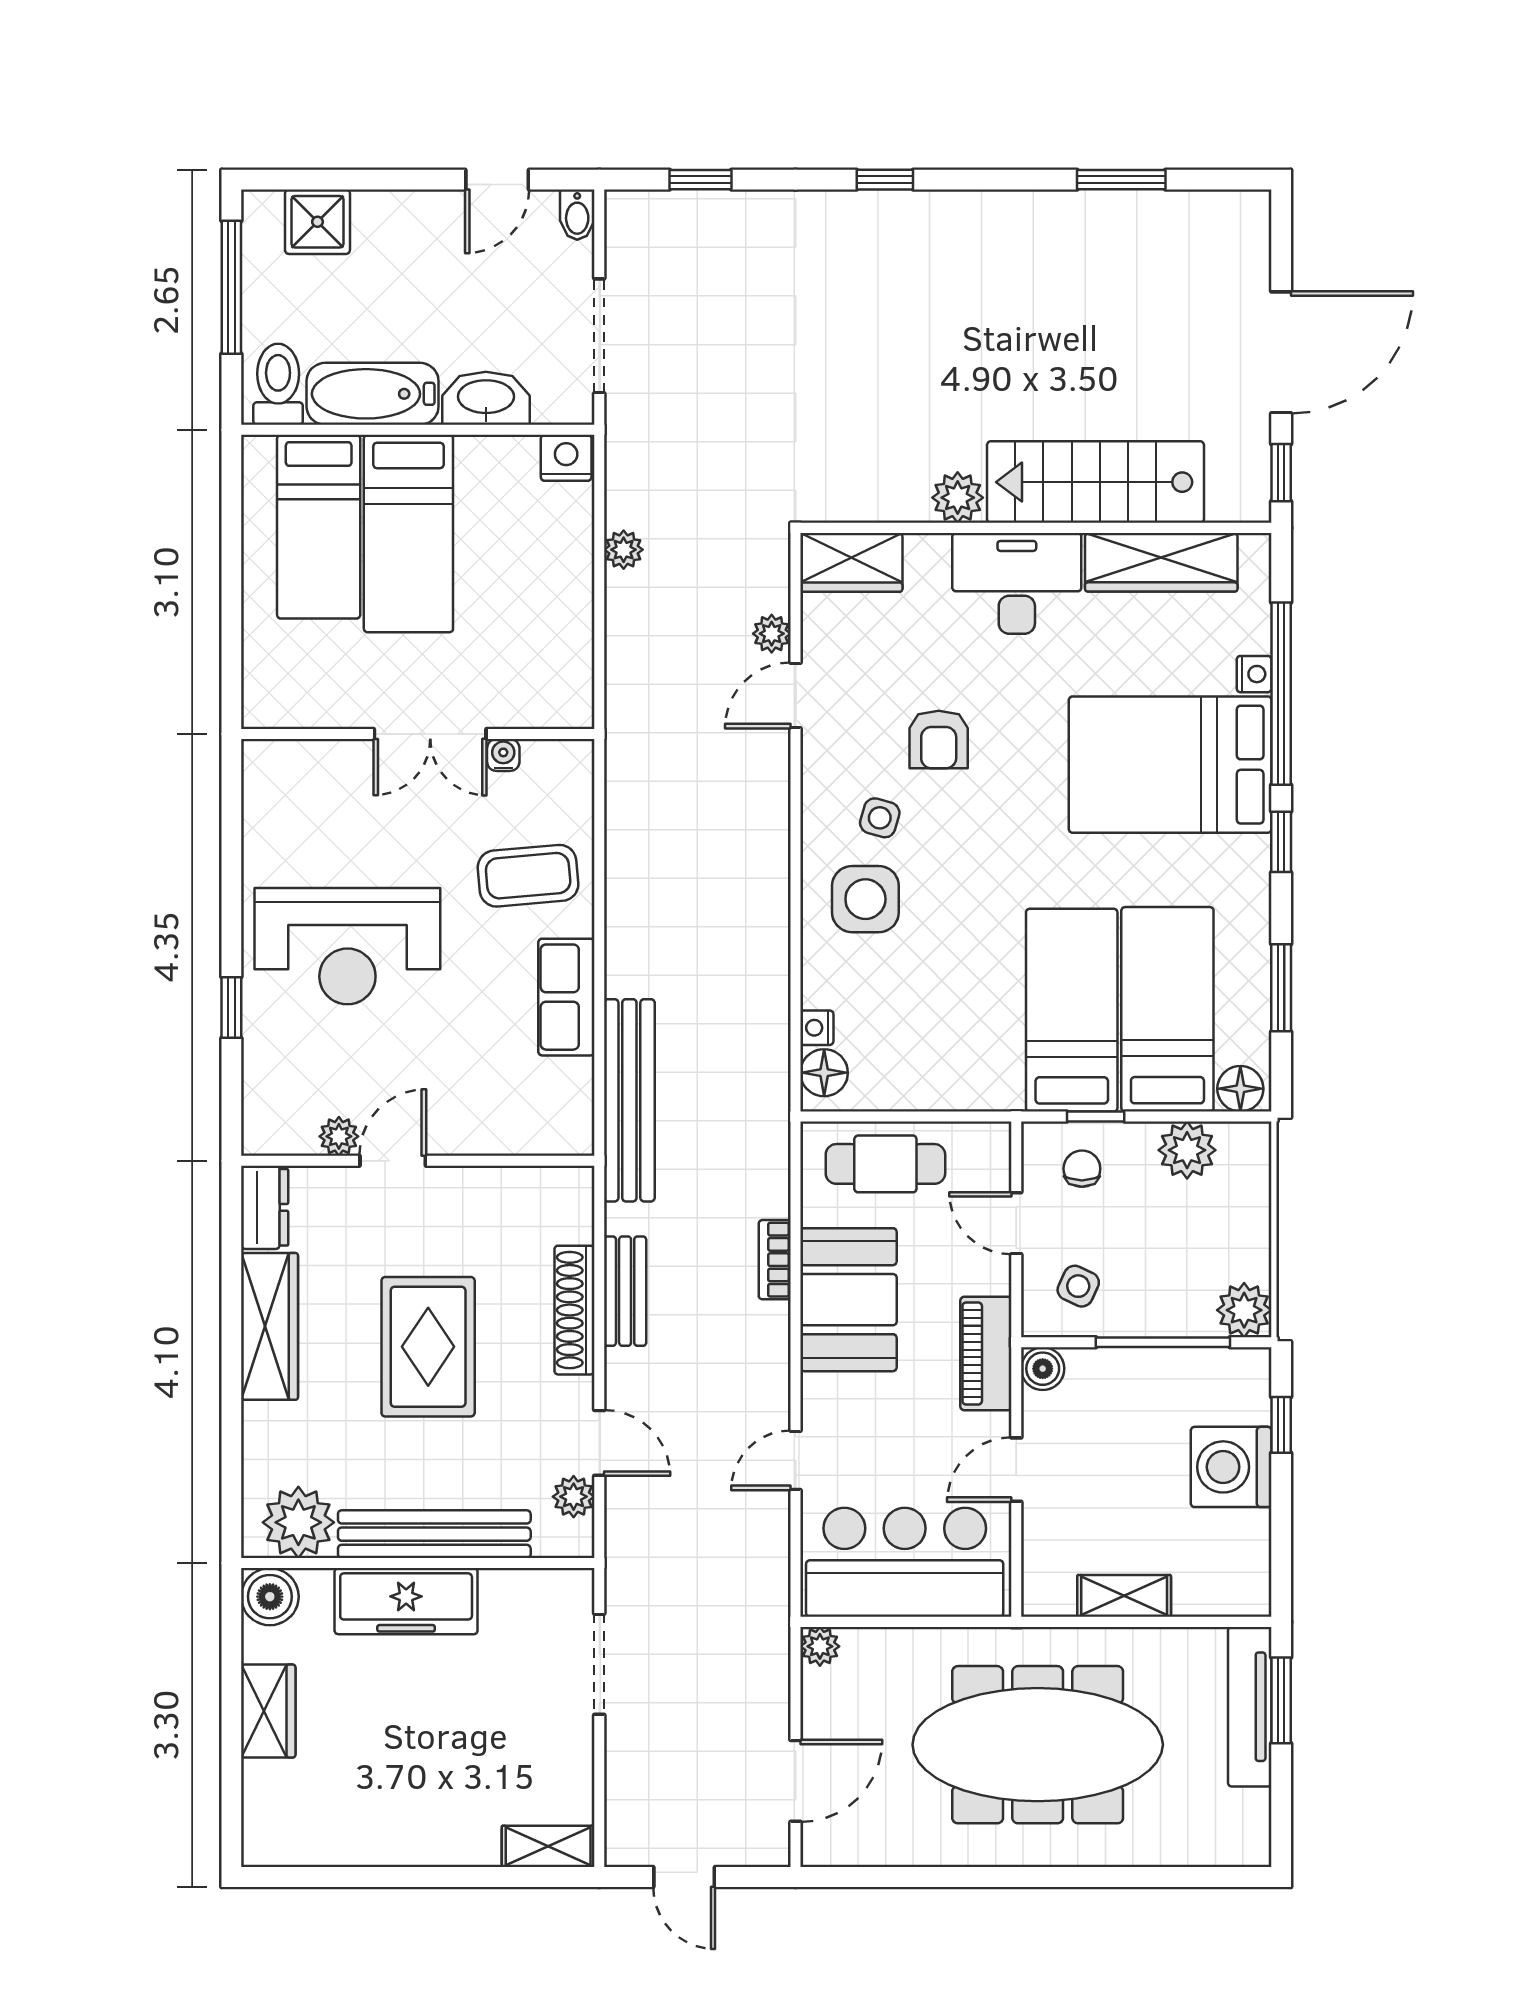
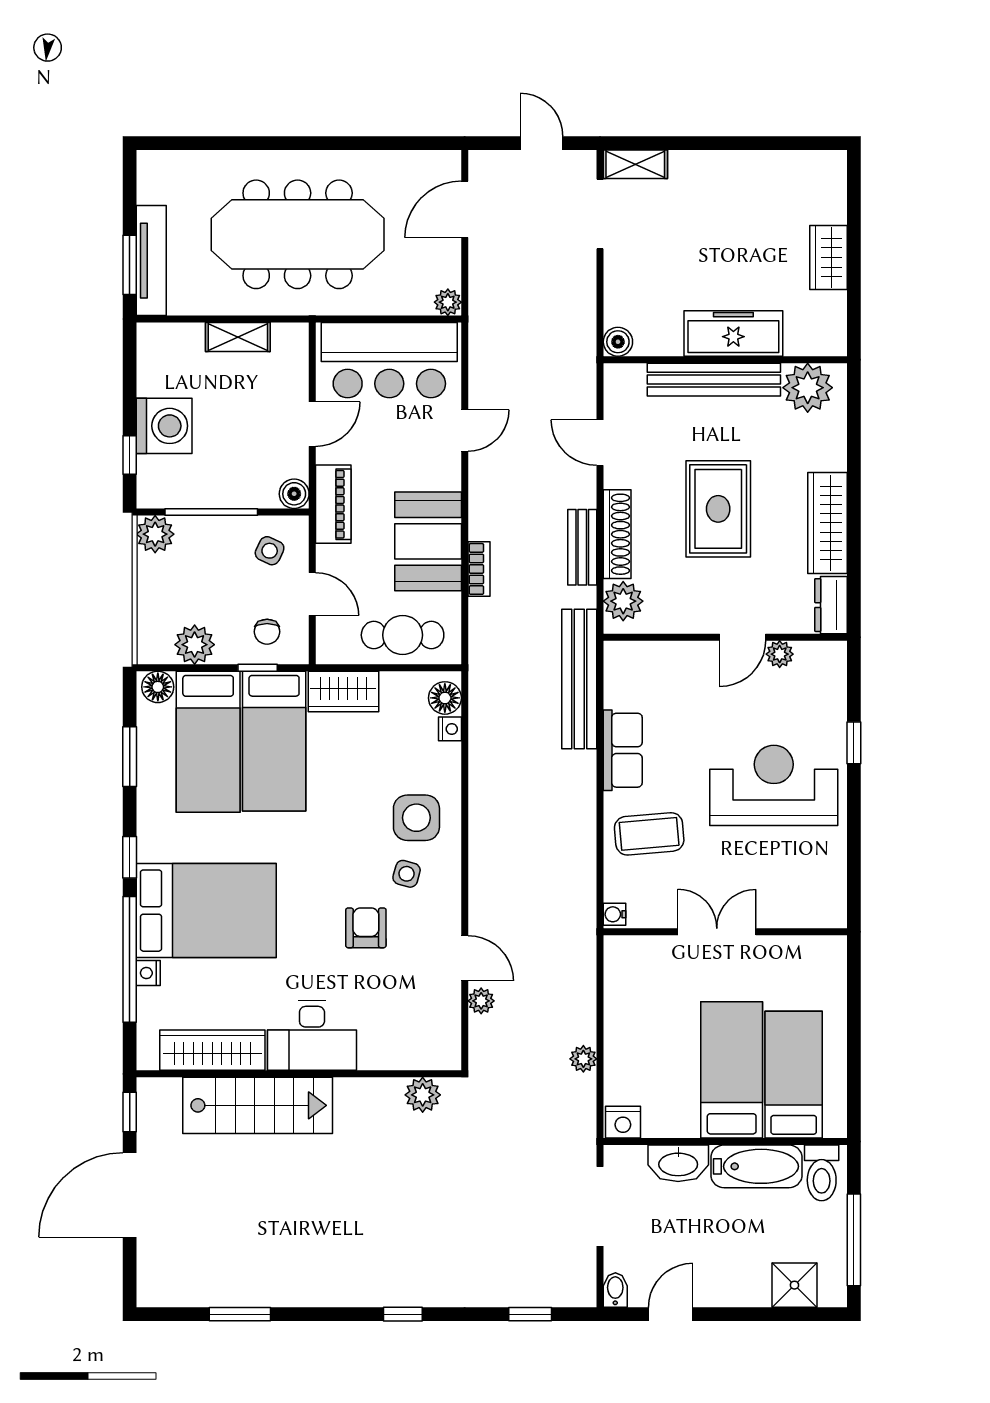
plant: (958, 498) -> (423, 1095), moved
wardrobe: (851, 562) -> (343, 691), moved, turned 180
door: (796, 695) -> (465, 958), hinge flipped
water cooler: (503, 755) -> (615, 914), moved, turned 90
plant: (574, 1497) -> (623, 601), moved, width x1.38, depth x1.38
boiler: (270, 1597) -> (618, 342), moved, width x0.73, depth x0.73
doorway: (599, 1664) -> (600, 214), moved

